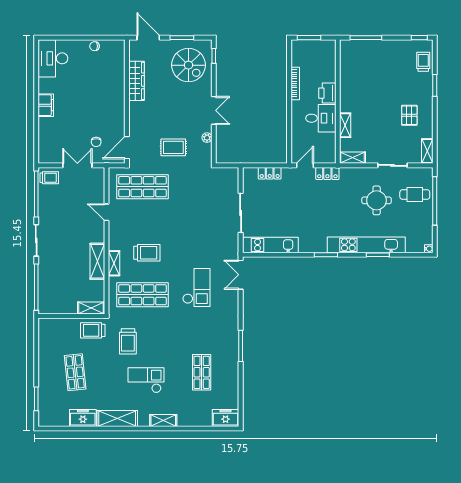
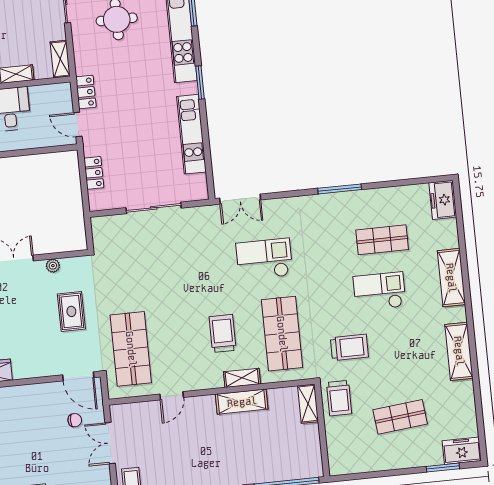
kitchen unit: (270, 245) -> (191, 134), moved
checkout: (146, 380) -> (380, 291), moved, turned 90
freezer: (83, 418) -> (462, 451), moved, turned 90
shelving: (163, 421) -> (451, 278), width x1.50, depth x1.33

